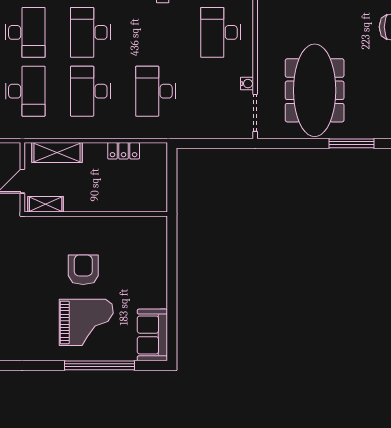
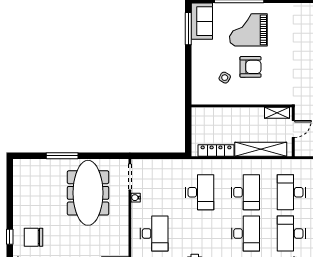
locker: (124, 151) -> (216, 150), width x1.53
shelving: (57, 152) -> (261, 149), width x1.47
side table: (120, 254) -> (225, 78), added
armchair: (83, 270) -> (250, 67), turned -90
window: (172, 324) -> (188, 29), added

